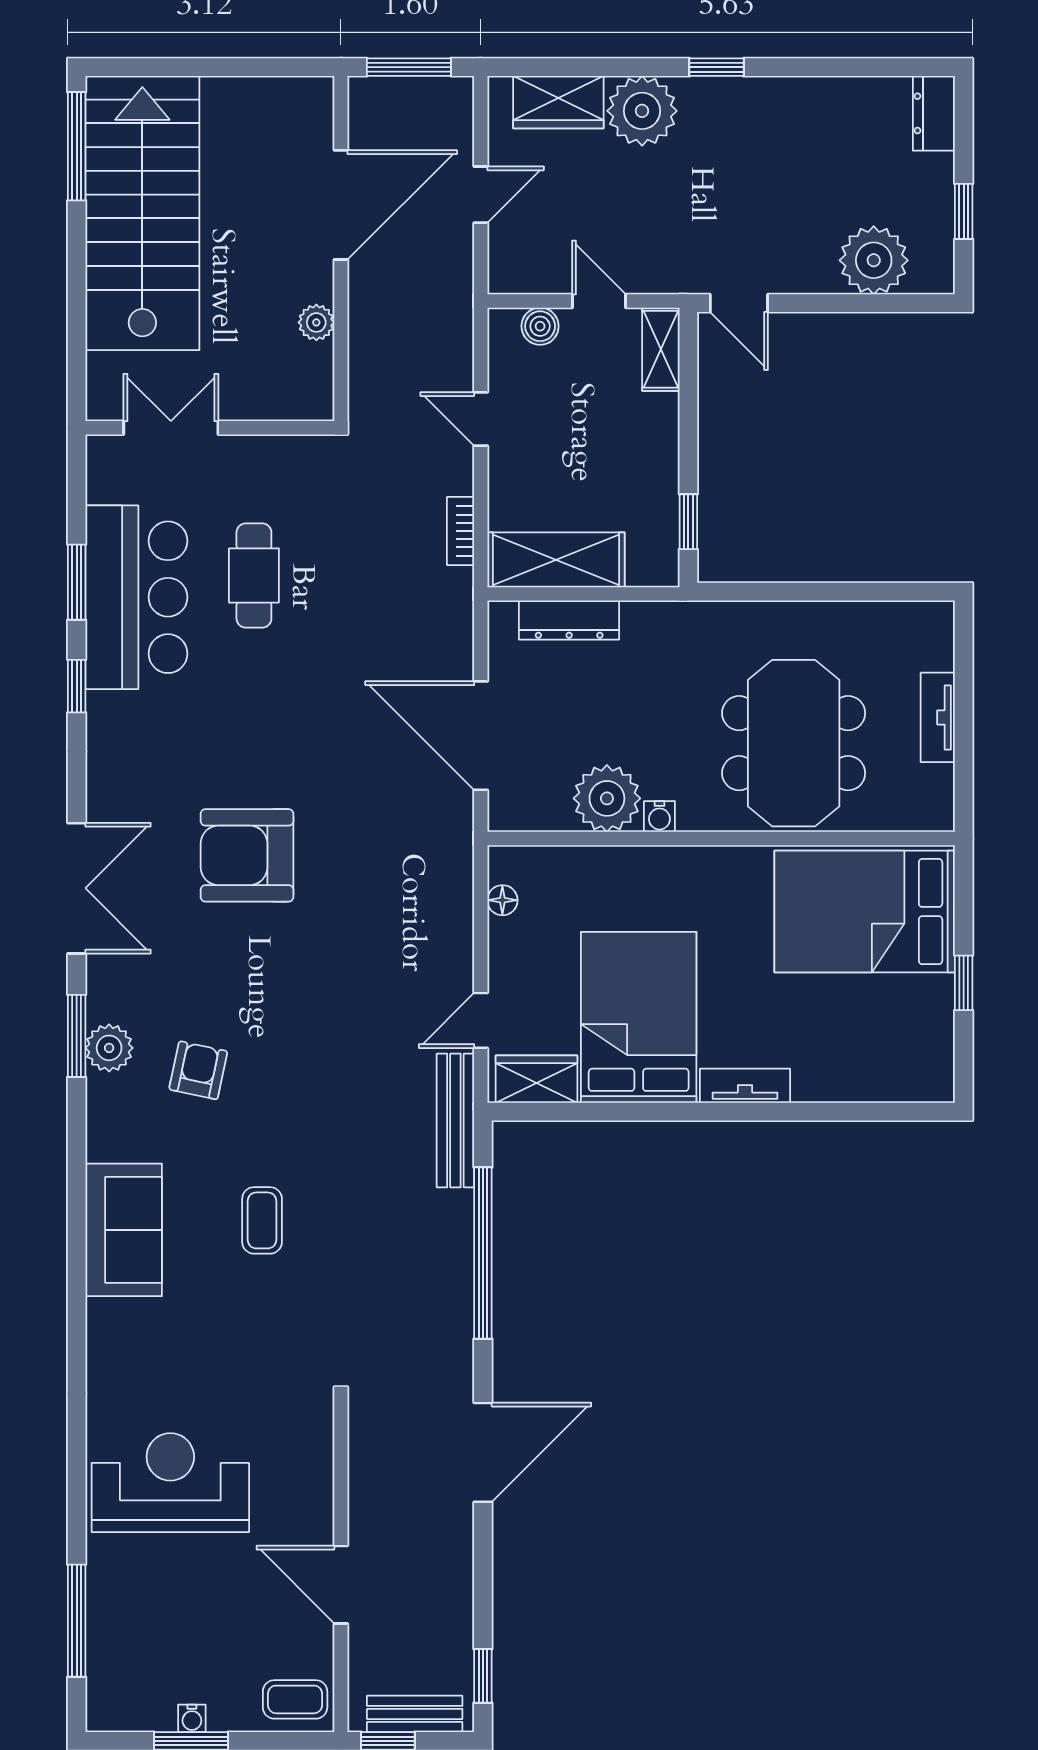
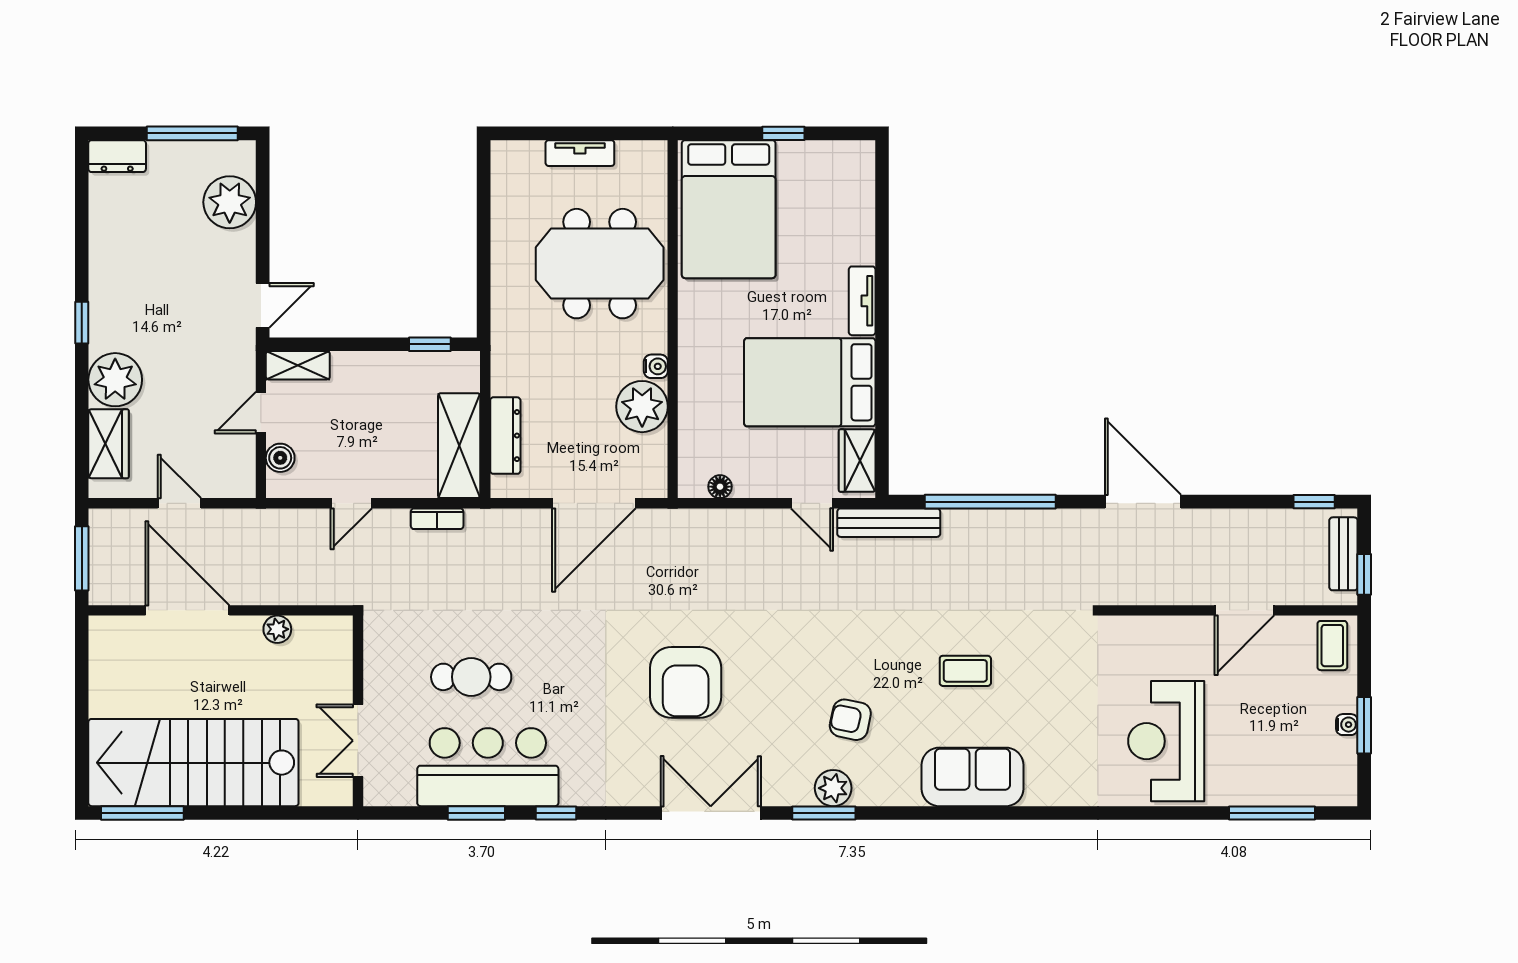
window: (964, 211) -> (192, 133), width x2.17

